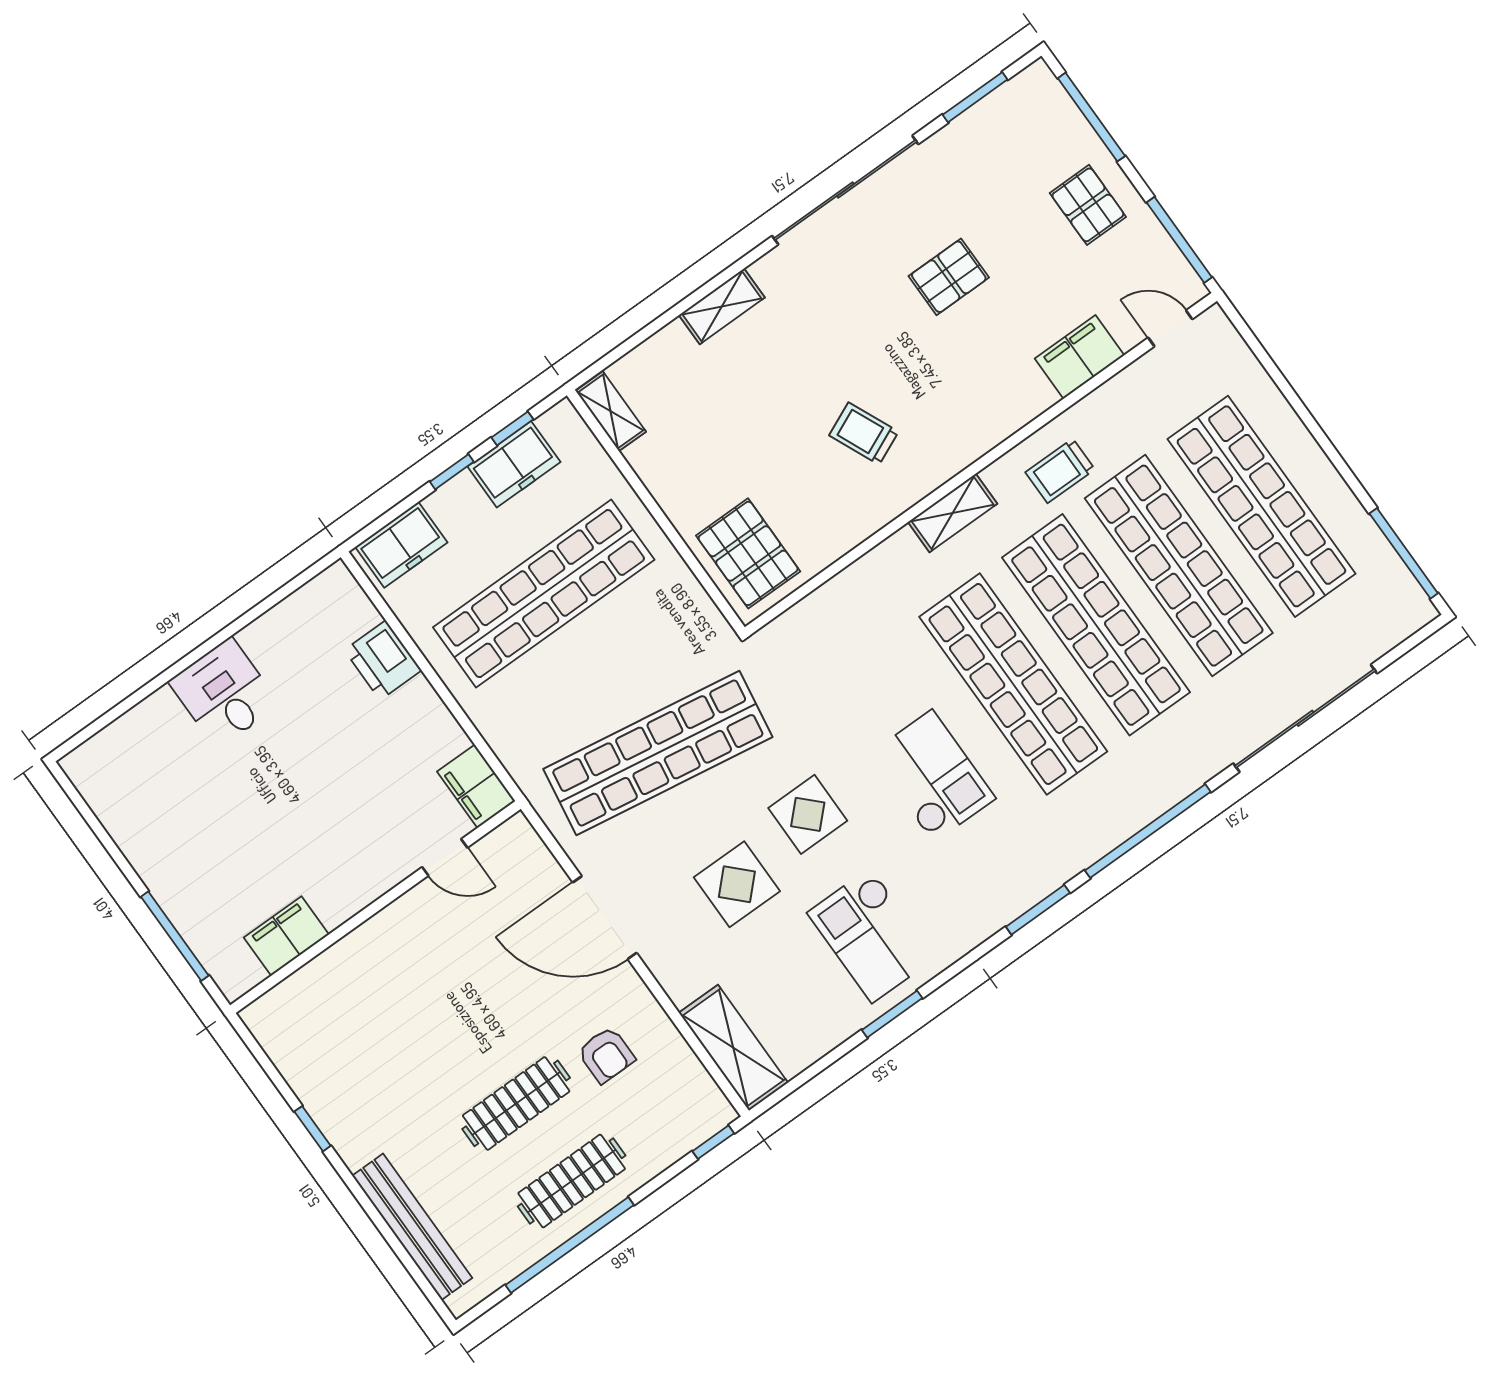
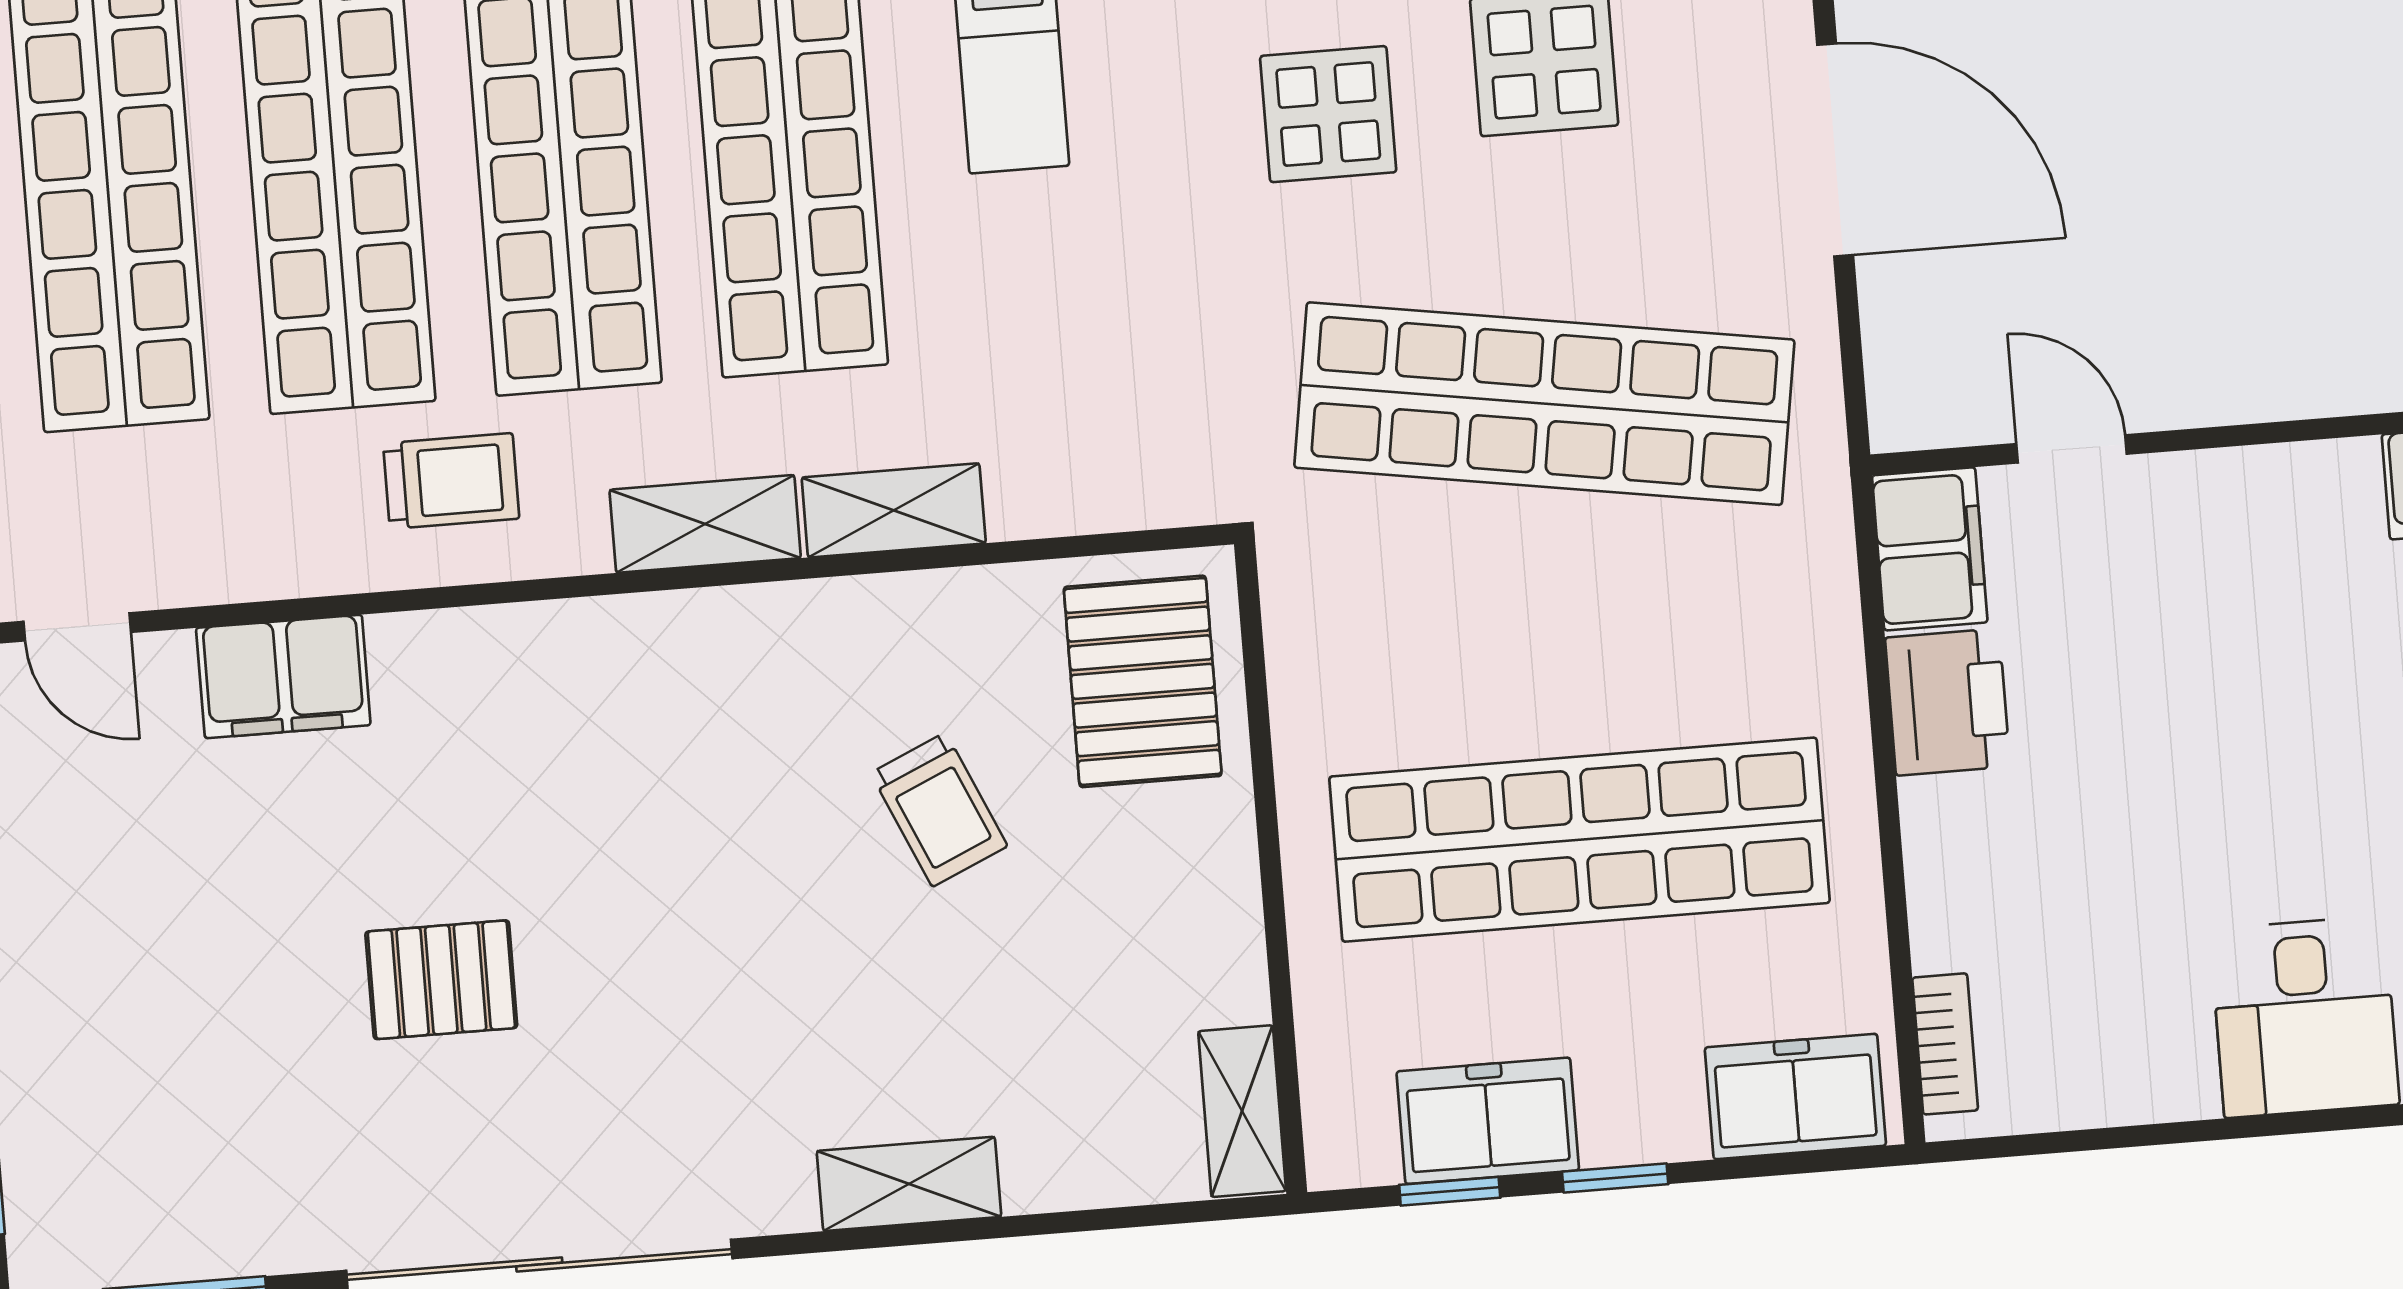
pallet: (1088, 205) -> (93, 957), removed
trolley: (864, 434) -> (939, 810), moved
shelving: (883, 562) -> (894, 510), added
bookcase: (356, 599) -> (1945, 1044), added
printer: (383, 660) -> (1948, 702), moved

